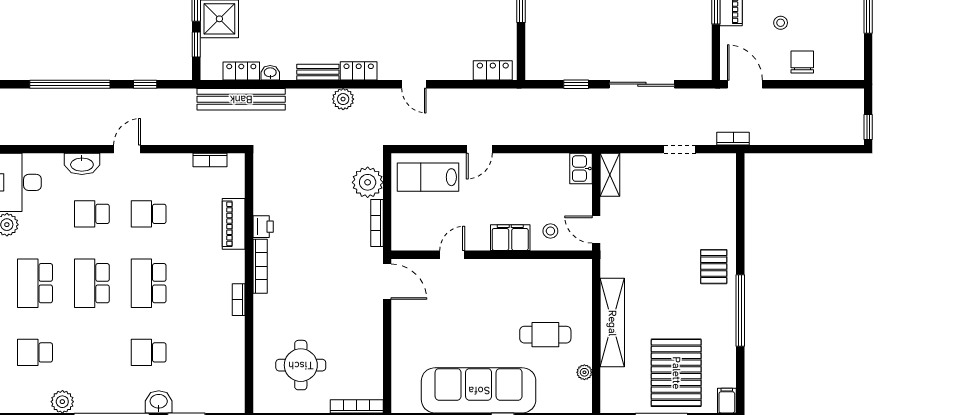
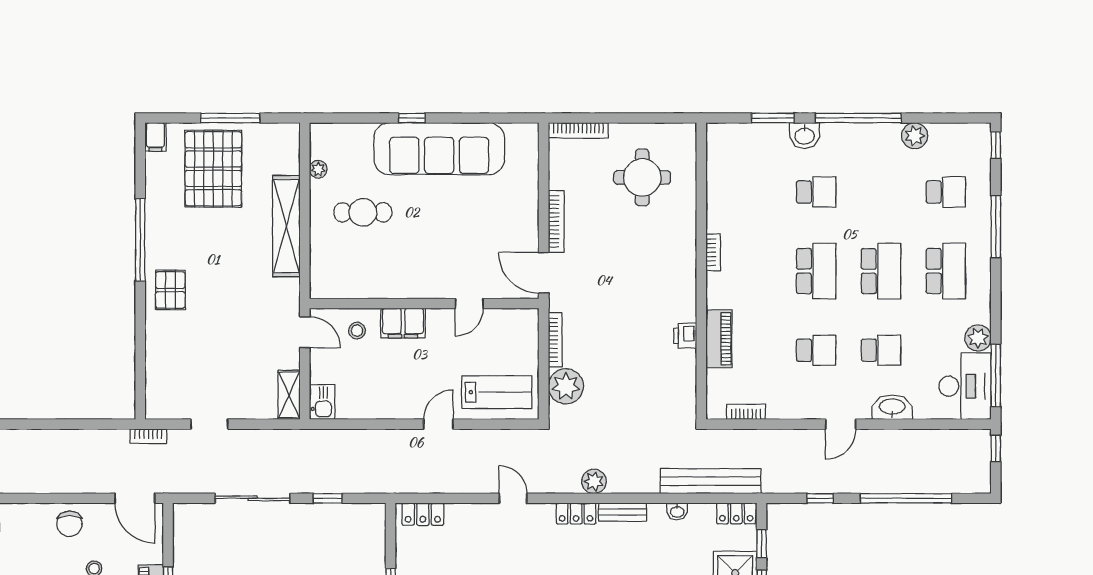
locker: (241, 71) -> (736, 513), moved
bookcase: (260, 266) -> (556, 221), moved, turned 180

